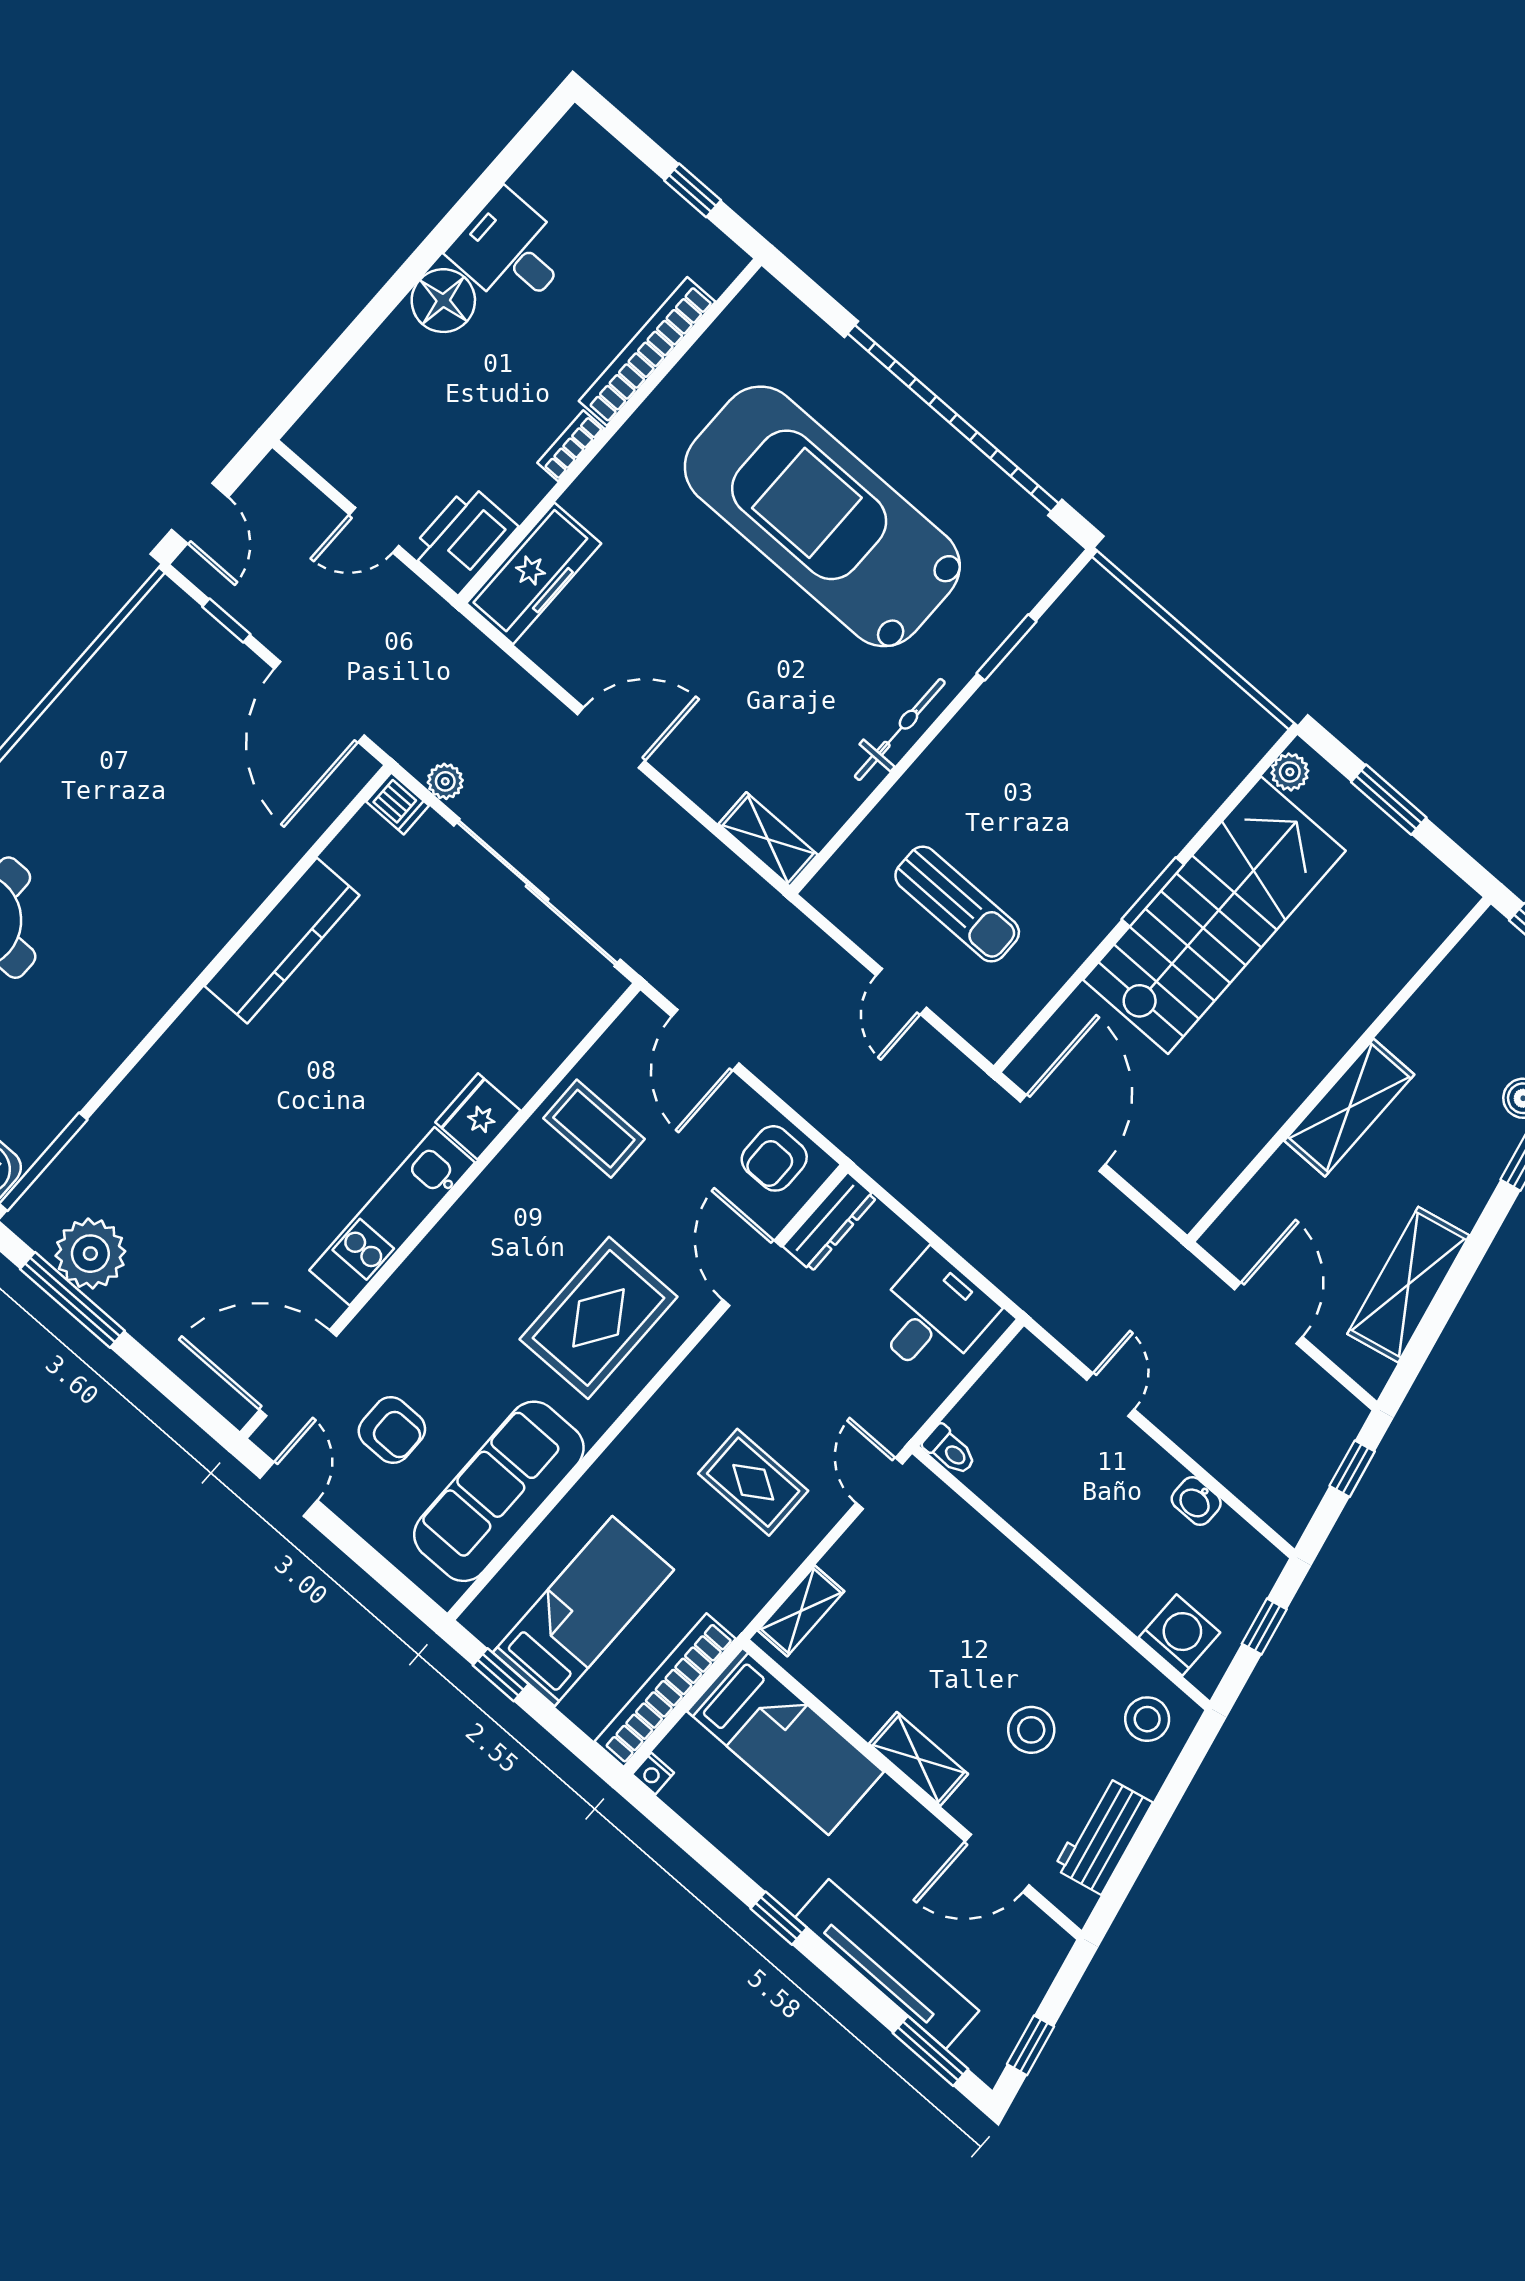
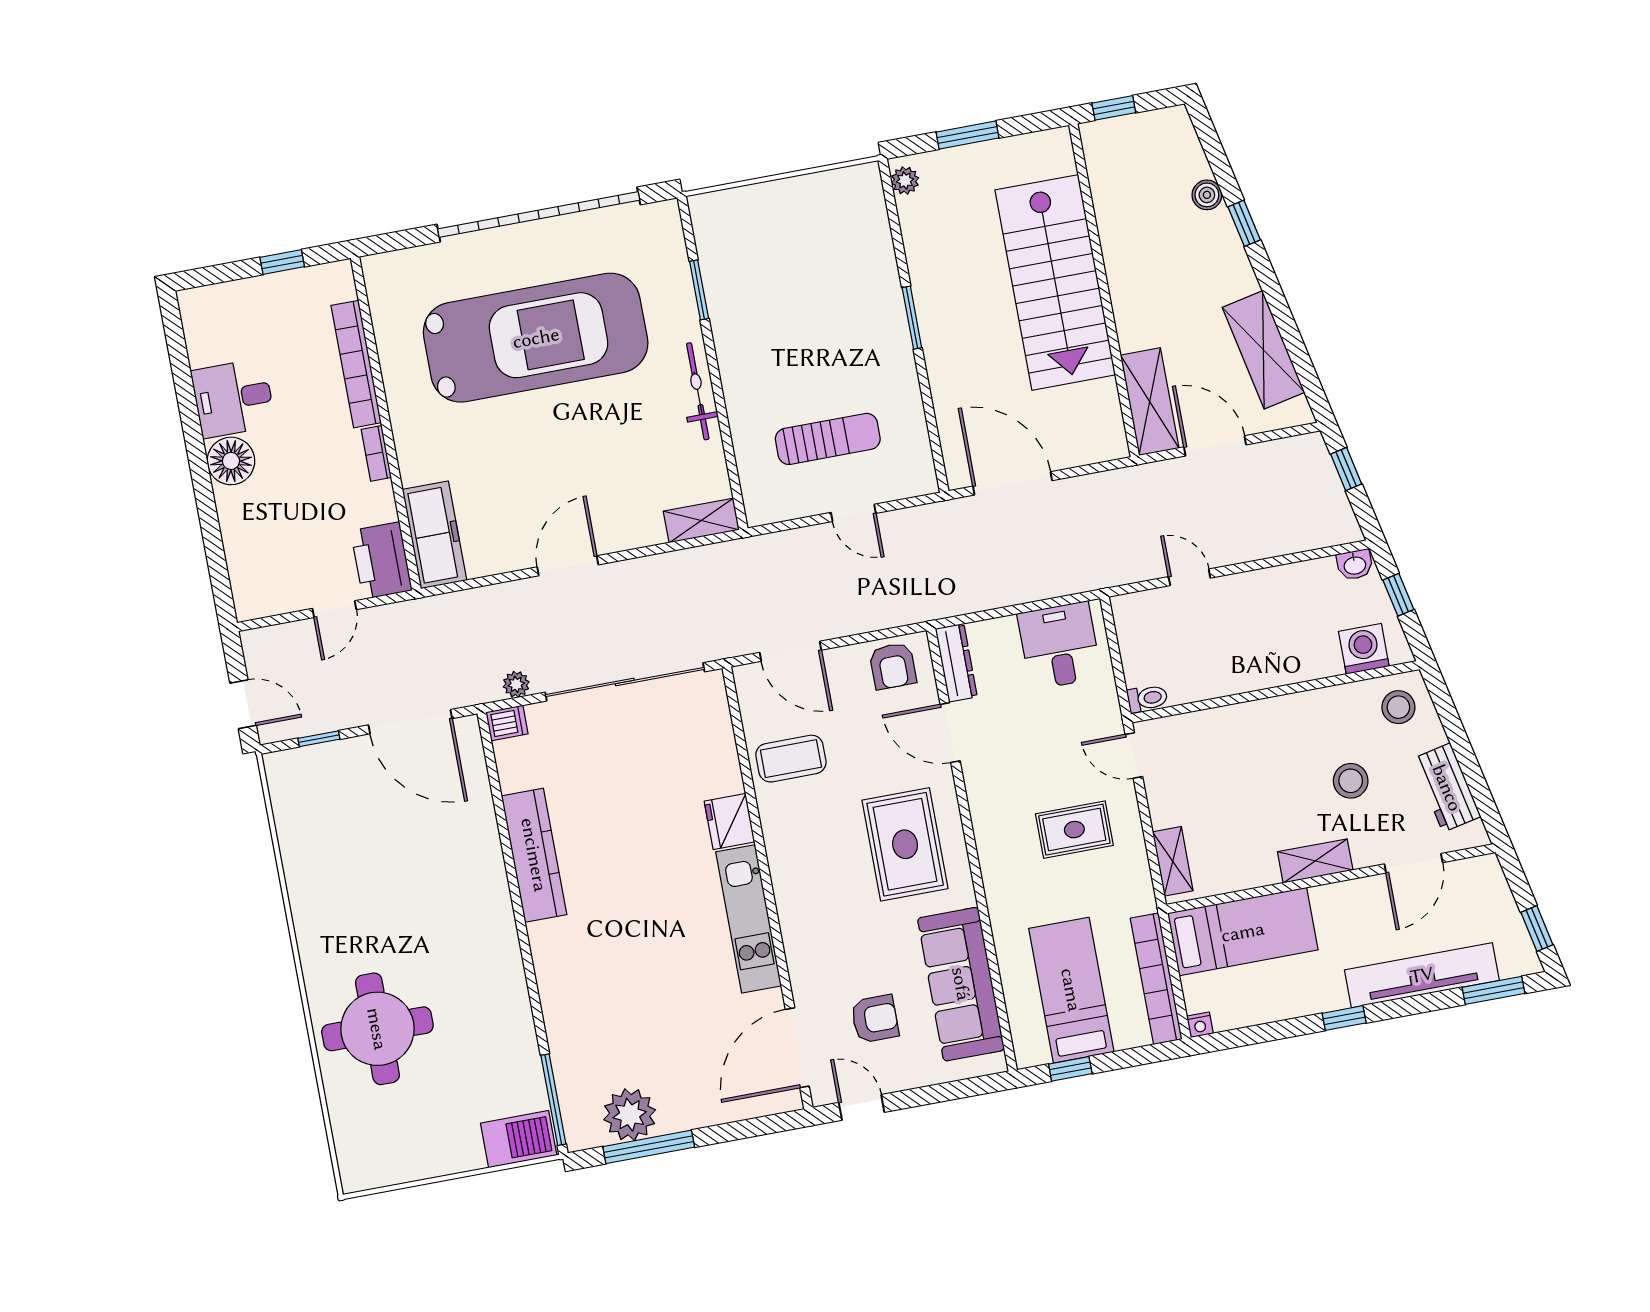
car: (822, 516) -> (536, 338), turned 180
stairs: (1214, 915) -> (1055, 282), moved, turned 180
shelving: (1349, 1108) -> (1150, 402), moved
washbasin: (1196, 1501) -> (1355, 565), moved

